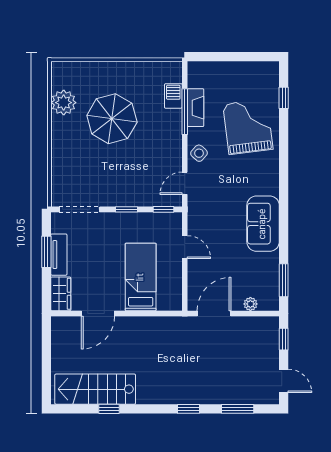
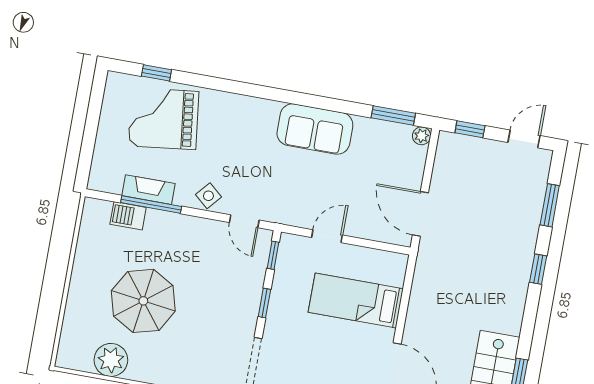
grand piano: (248, 127) -> (164, 119), moved
plant: (250, 304) -> (422, 136), moved

